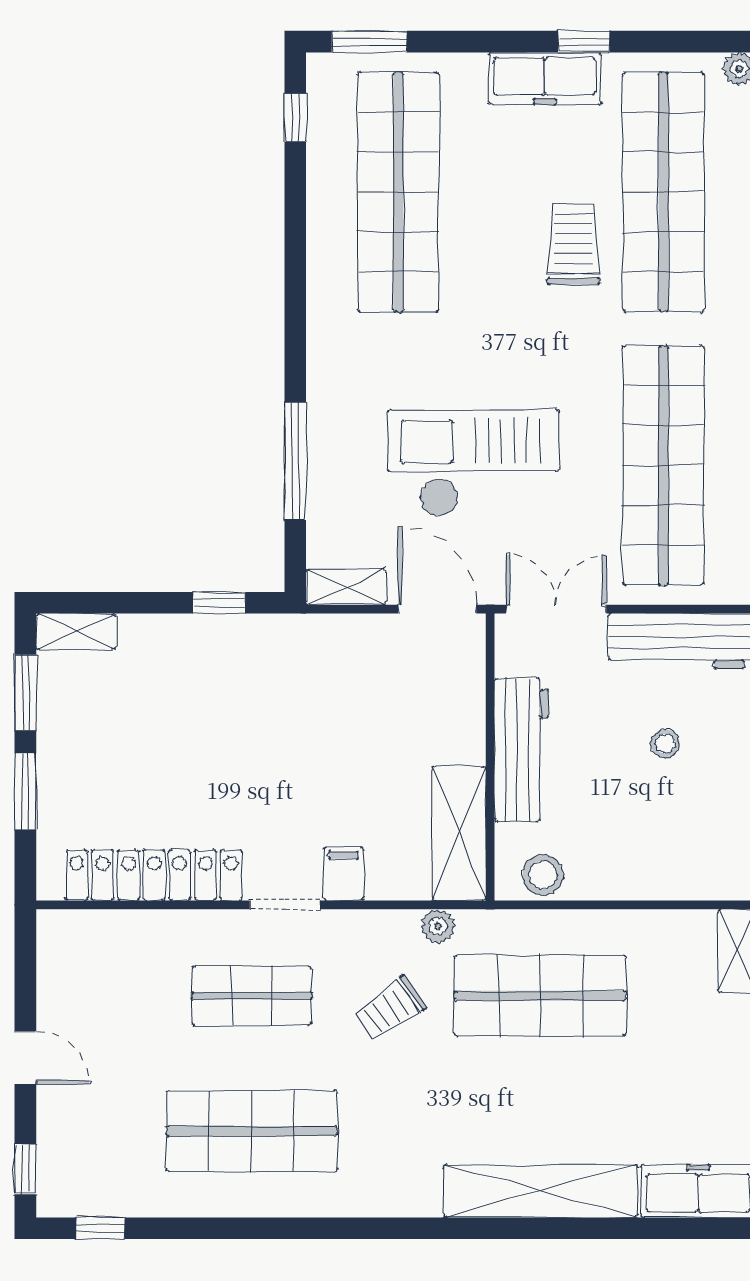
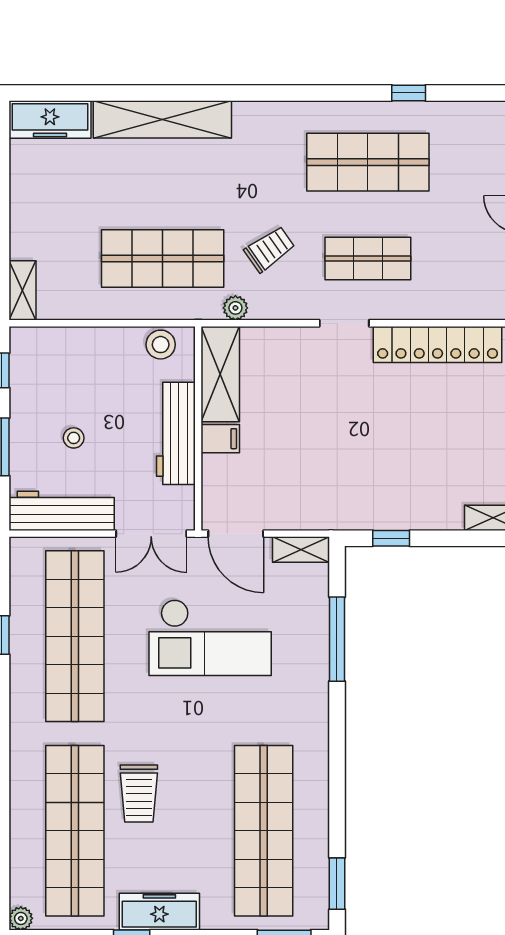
window: (295, 118) -> (337, 884), width x1.50
filing cabinet: (343, 874) -> (220, 439), moved, turned -90
window: (100, 1228) -> (409, 93), moved

